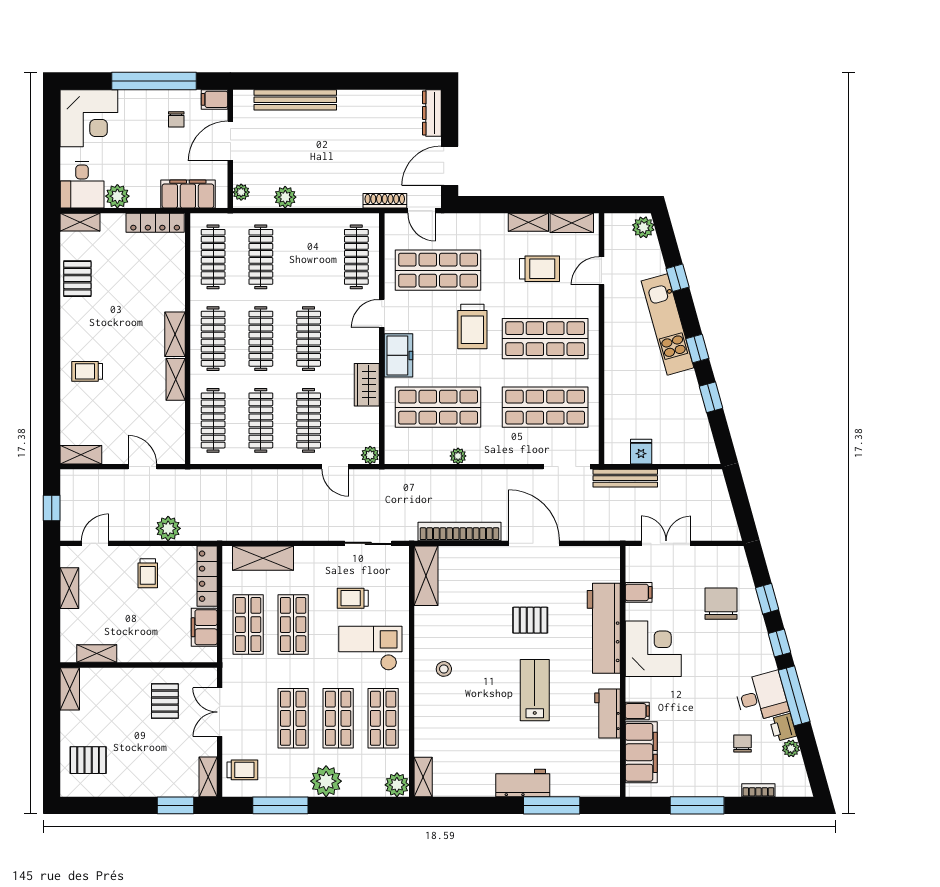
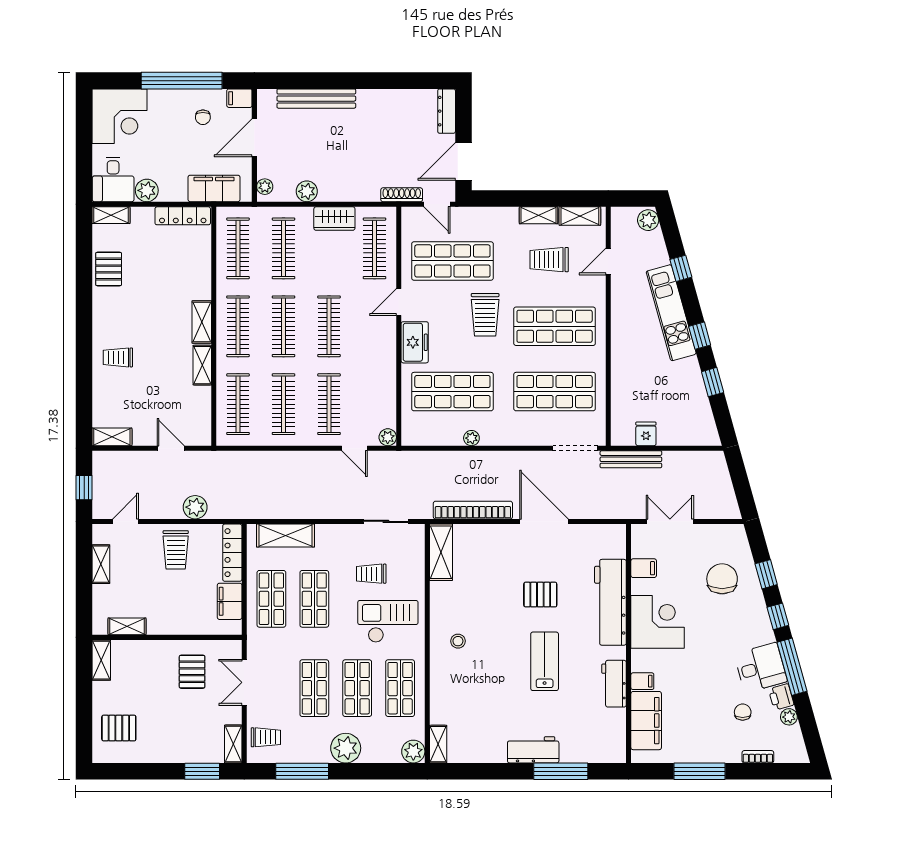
trolley: (539, 269) -> (549, 260), turned 180
wardrobe: (367, 385) -> (334, 219), moved, turned -90
trolley: (148, 573) -> (176, 550), width x1.36, depth x1.39

